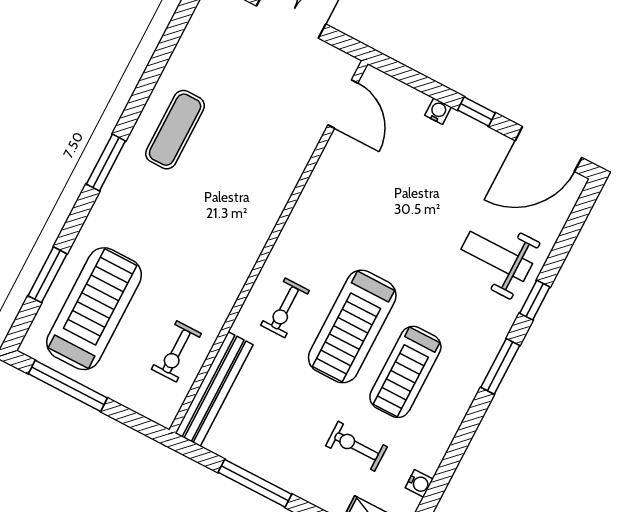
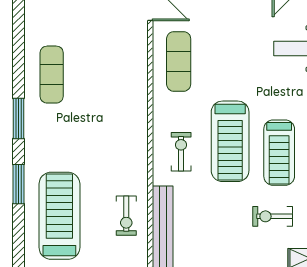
exercise mat: (340, 195) -> (179, 61), added
window: (47, 275) -> (18, 184), moved
exercise bike: (285, 308) -> (181, 152), turned 180

